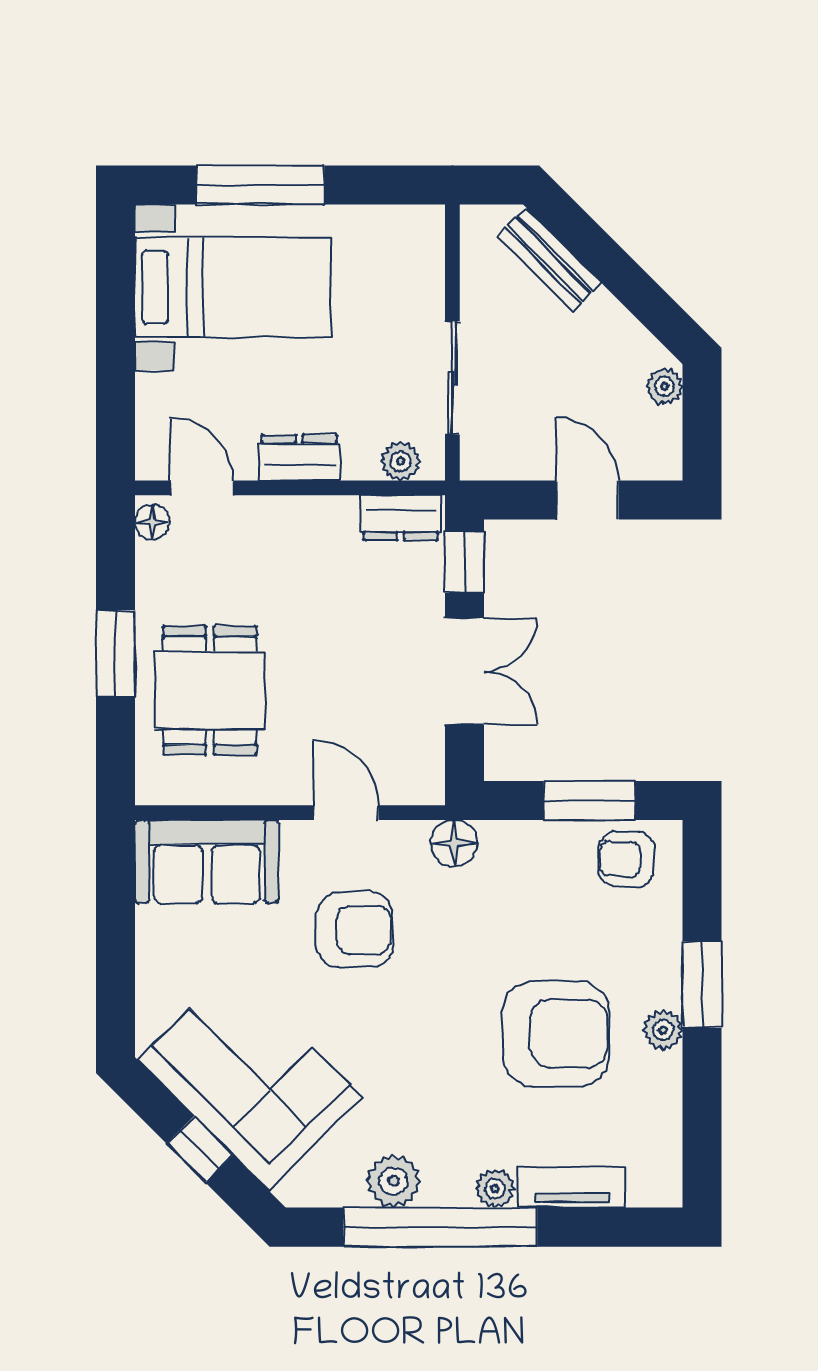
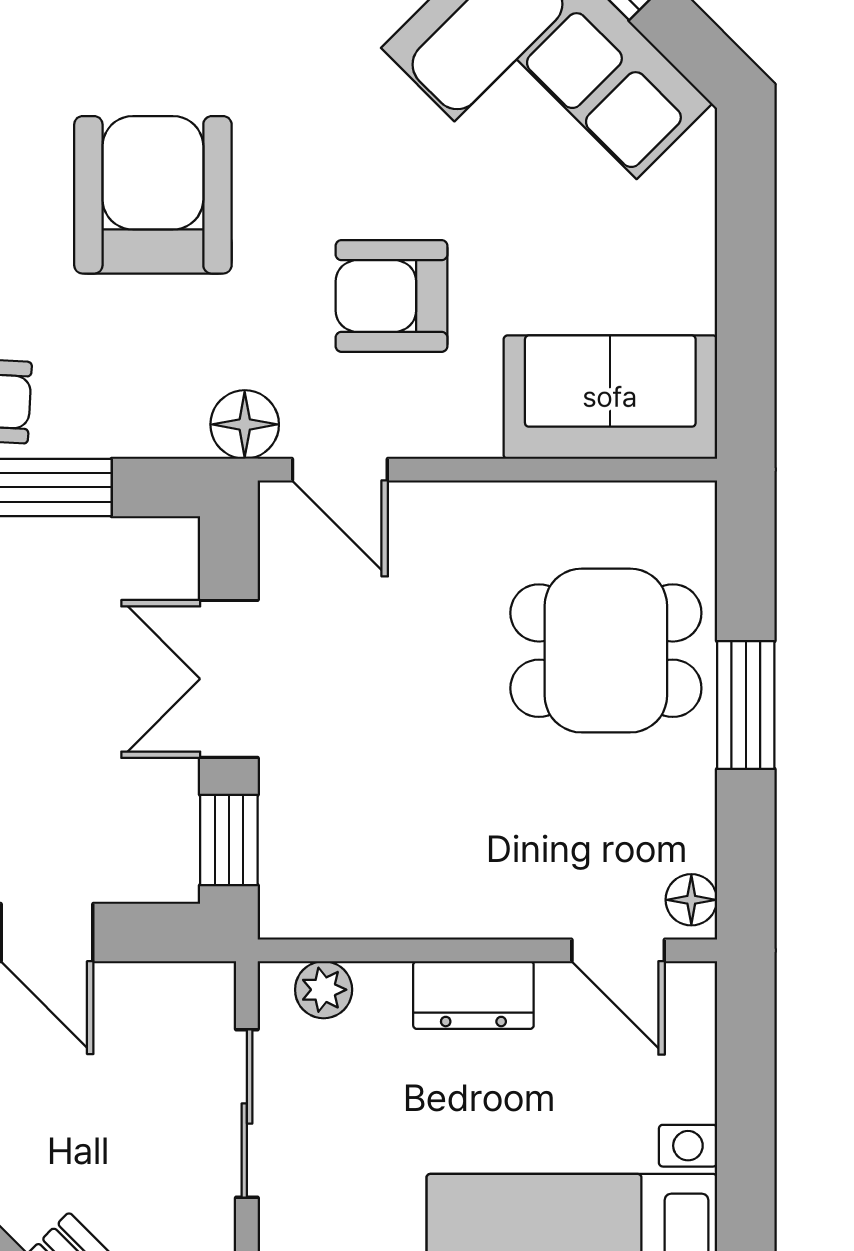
dresser: (401, 518) -> (324, 906), removed
dining table: (210, 690) -> (606, 651), turned 90
door: (346, 813) -> (340, 470), moved
armchair: (556, 1034) -> (153, 195), moved, turned 90

